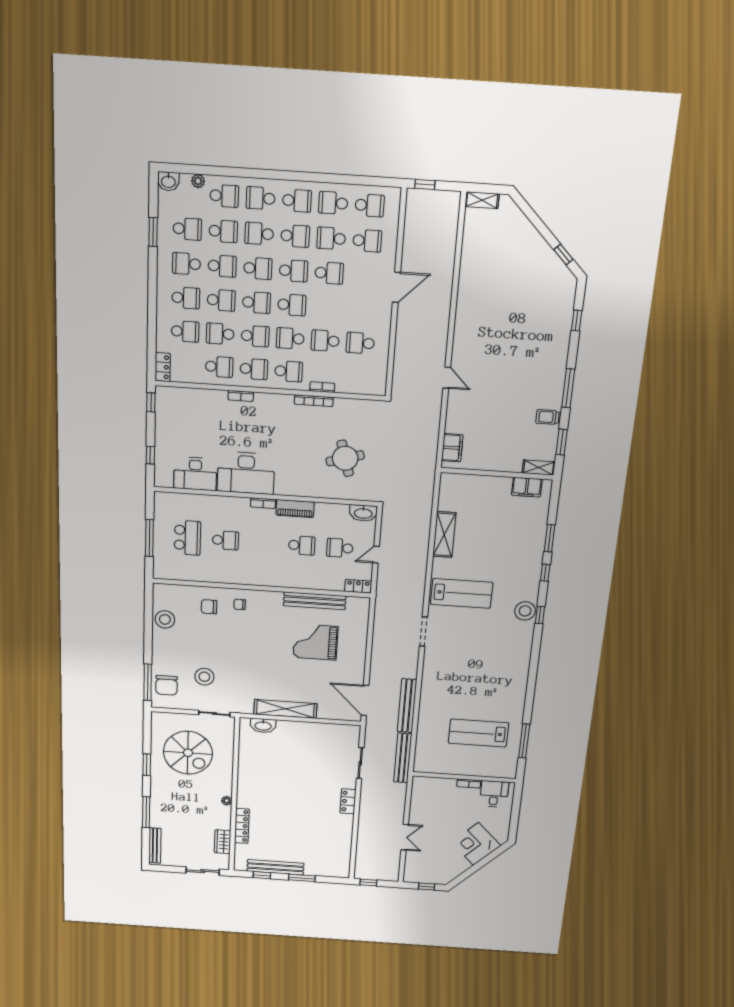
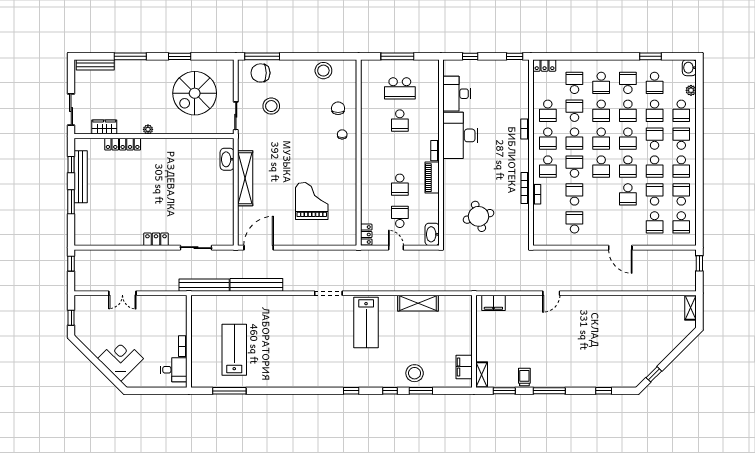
school desk: (185, 331) -> (574, 83), turned 180
bench: (315, 601) -> (350, 198), removed
stool: (525, 611) -> (415, 373), moved

